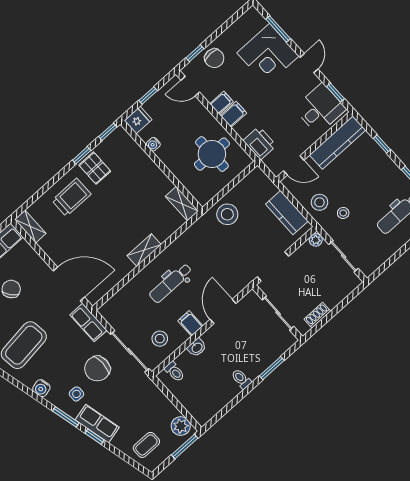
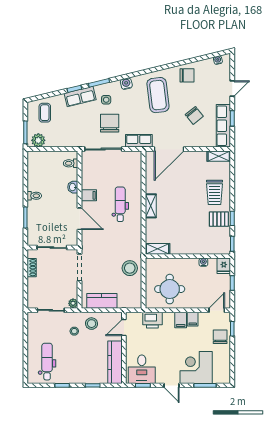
chair: (214, 58) -> (220, 337), turned 90
stool: (160, 339) -> (96, 171), removed

